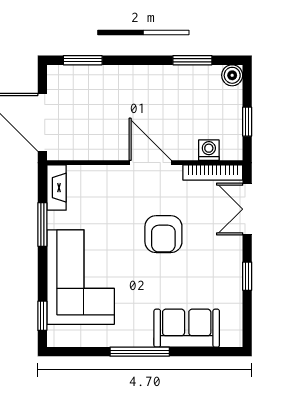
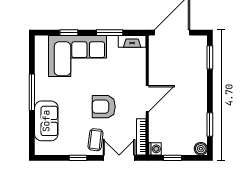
washing machine: (209, 150) -> (155, 149), moved
coffee table: (217, 248) -> (95, 140), added
window: (42, 316) -> (69, 33), moved

